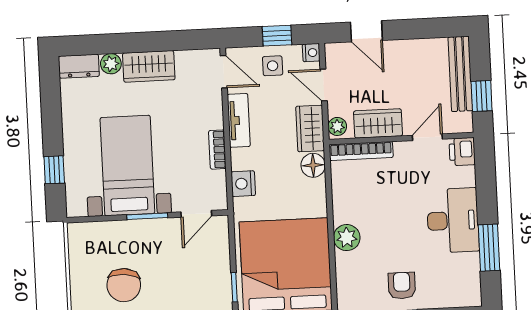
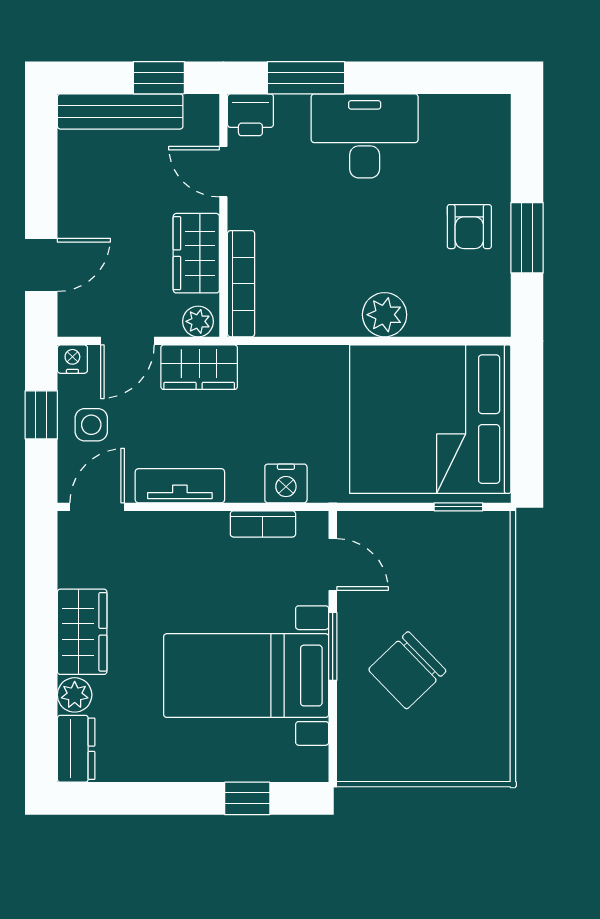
bookcase: (217, 150) -> (263, 524), moved
floor lamp: (313, 165) -> (261, 365), removed
window: (489, 248) -> (306, 78), moved
chair: (124, 285) -> (407, 670), moved, turned 131
armchair: (402, 286) -> (469, 227), turned -90

